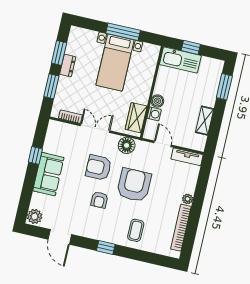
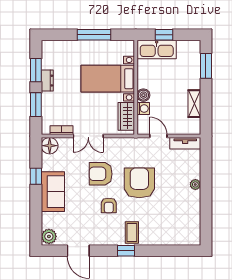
bed with nightstands: (115, 63) -> (108, 79), moved, turned 90
double door: (95, 128) -> (88, 136), swing flipped
floor lamp: (127, 145) -> (50, 146), moved
bookcase: (181, 228) -> (195, 214), removed
coffee table: (136, 230) -> (132, 233), moved

